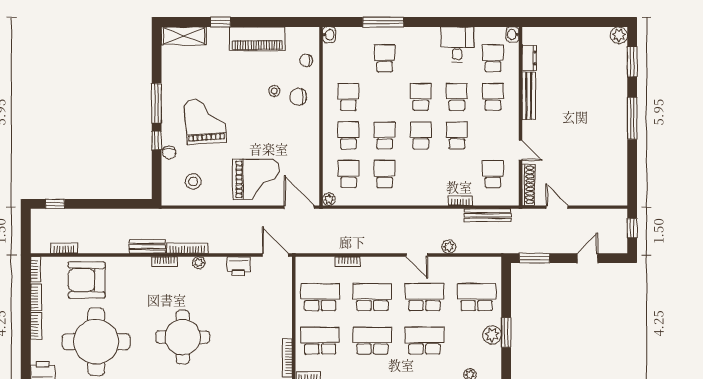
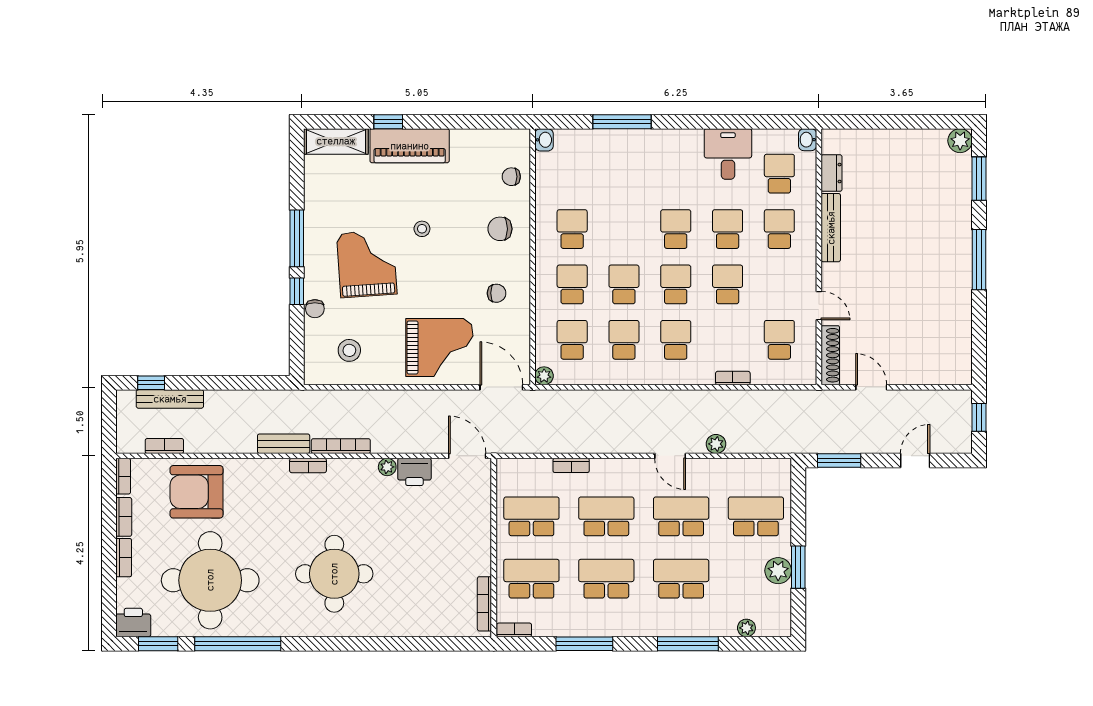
piano: (257, 39) -> (410, 146), moved
school desk: (385, 58) -> (676, 340), moved
stool: (274, 91) -> (422, 229), moved
chair: (296, 142) -> (497, 293), added
bench: (488, 215) -> (170, 399), moved
plant: (199, 263) -> (387, 467), moved

